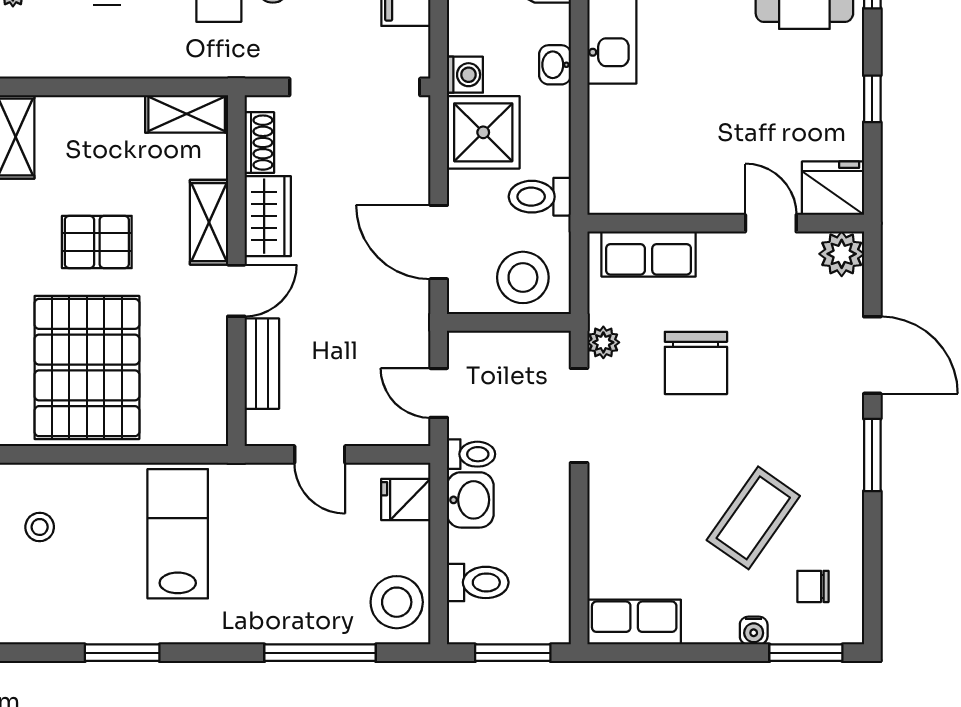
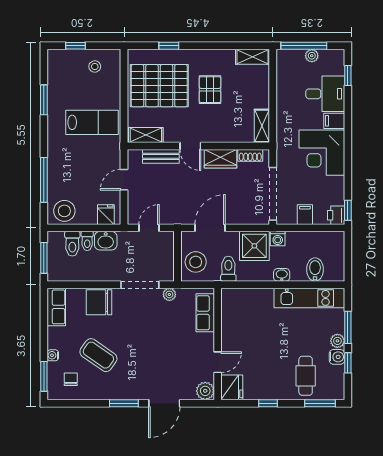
shelving: (209, 222) -> (146, 135), moved
chair: (696, 363) -> (99, 302), moved
toilet: (471, 454) -> (87, 241), moved

